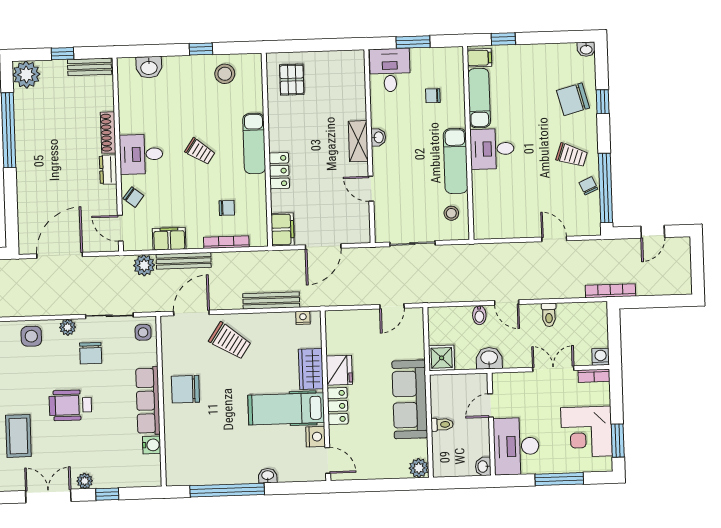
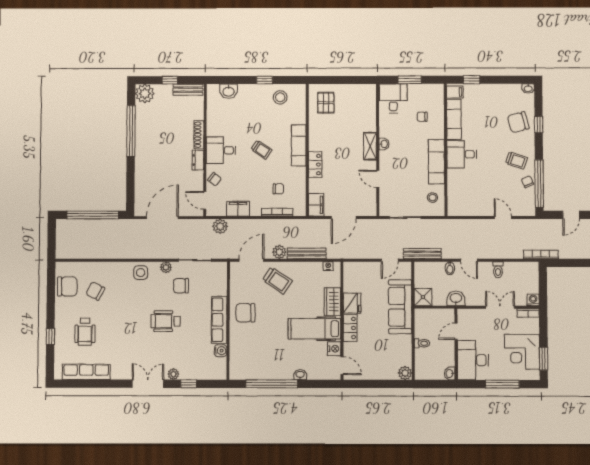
bench: (184, 261) -> (422, 254), moved
plant: (232, 300) -> (279, 252), added
side table: (143, 332) -> (218, 273), removed
chair: (91, 353) -> (181, 286), turned 90
sofa: (410, 399) -> (400, 307), moved
coffee table: (18, 436) -> (129, 341), removed

